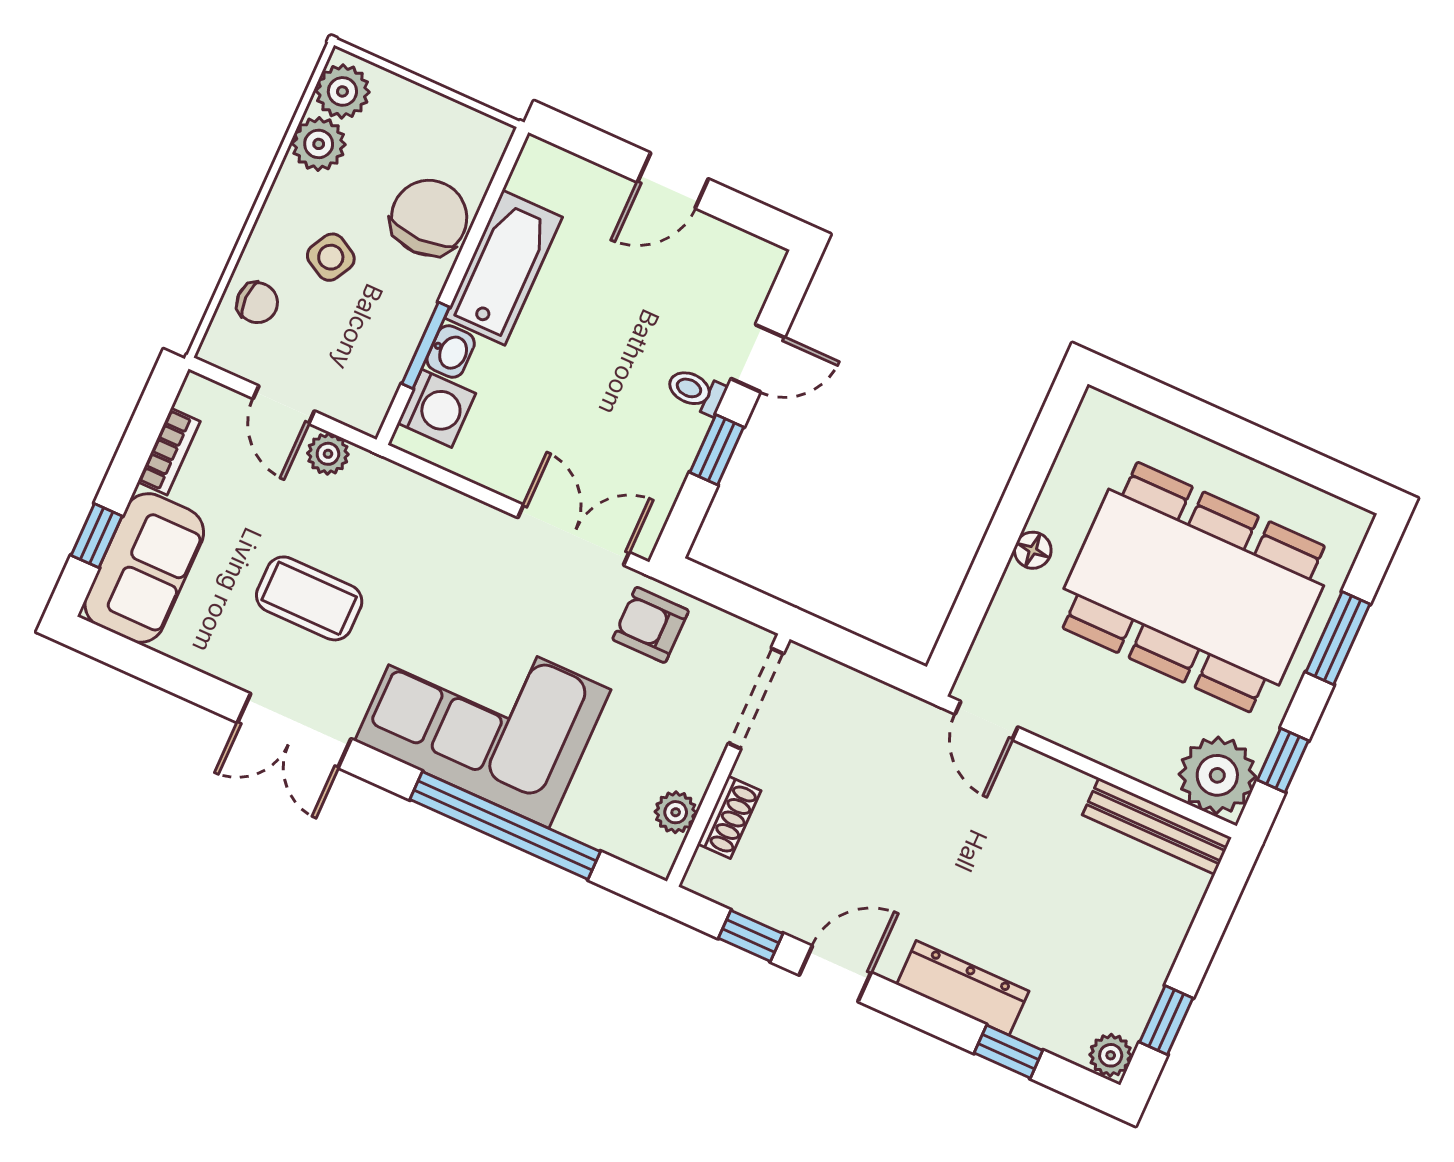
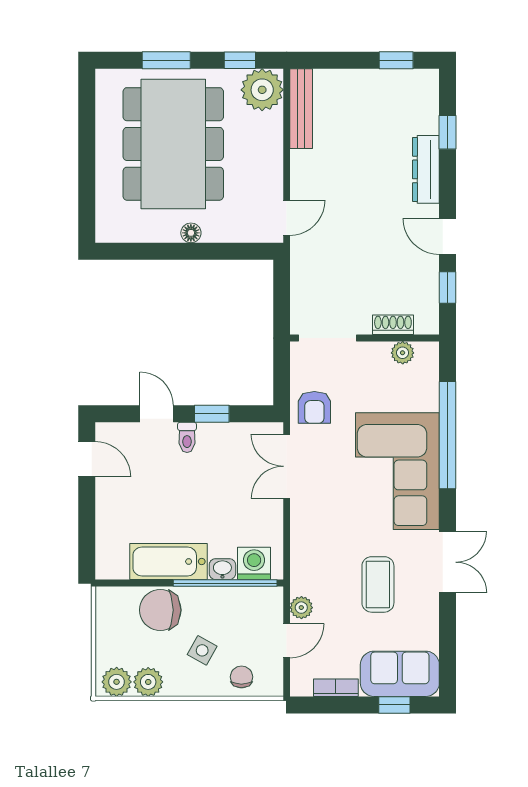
door: (673, 181) -> (87, 459), moved
window: (426, 345) -> (225, 583), width x2.11
plant: (1111, 1055) -> (426, 80), removed

